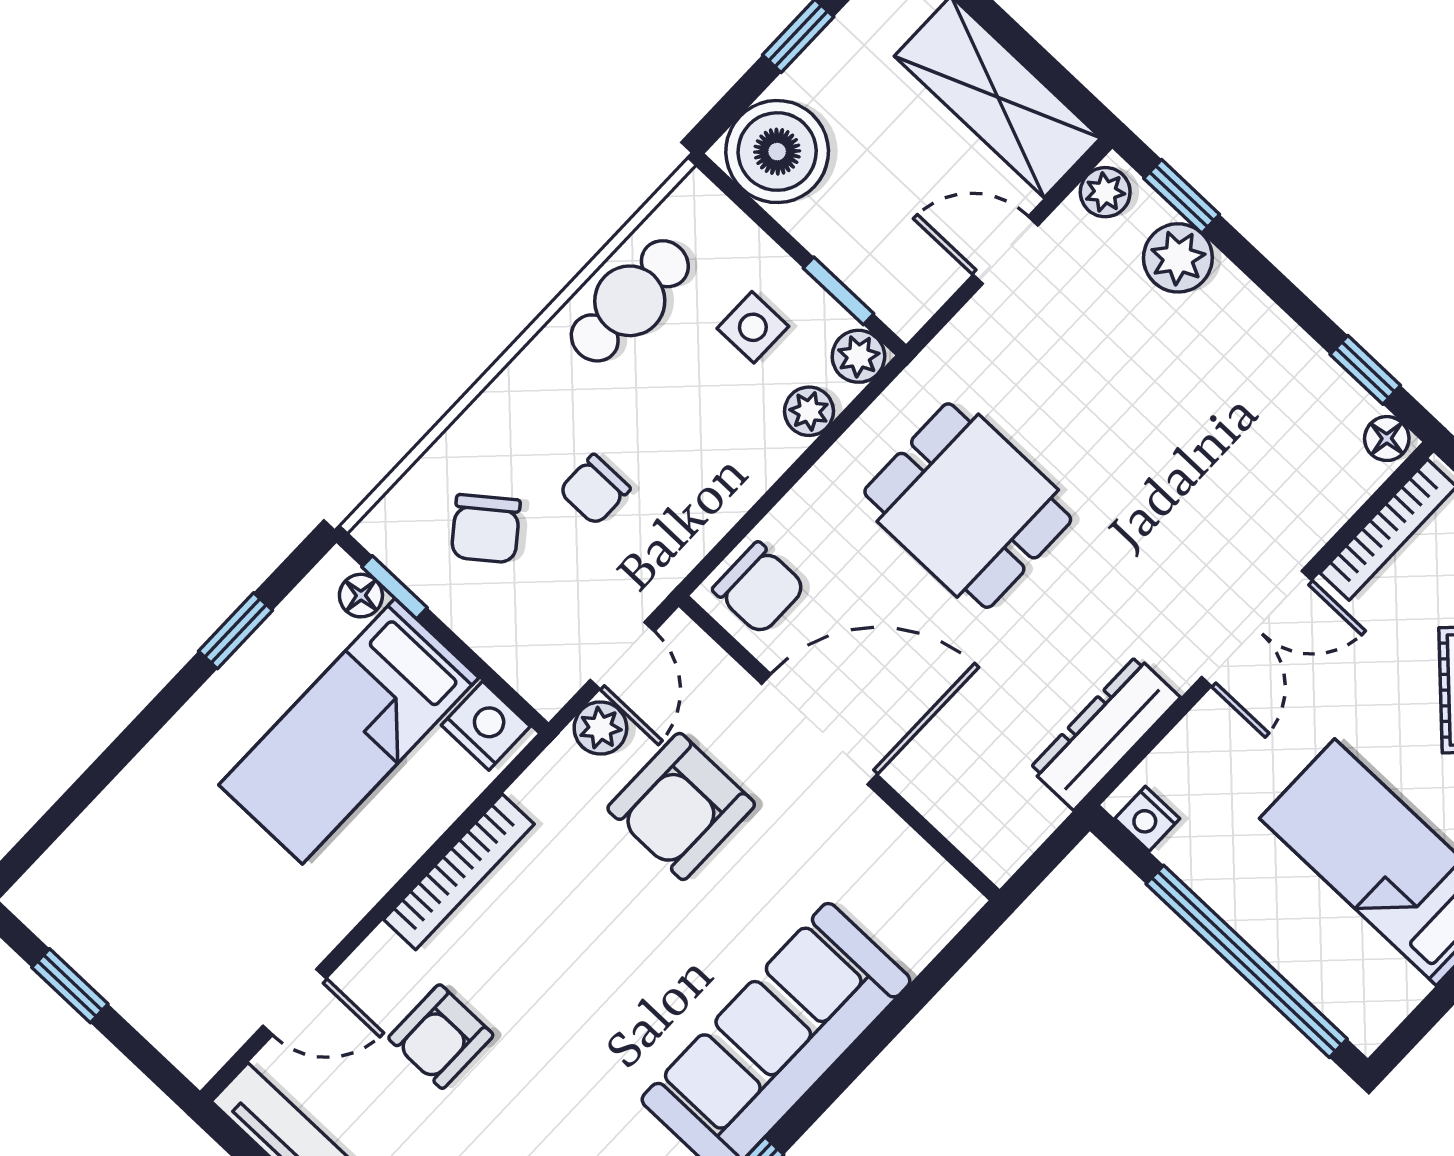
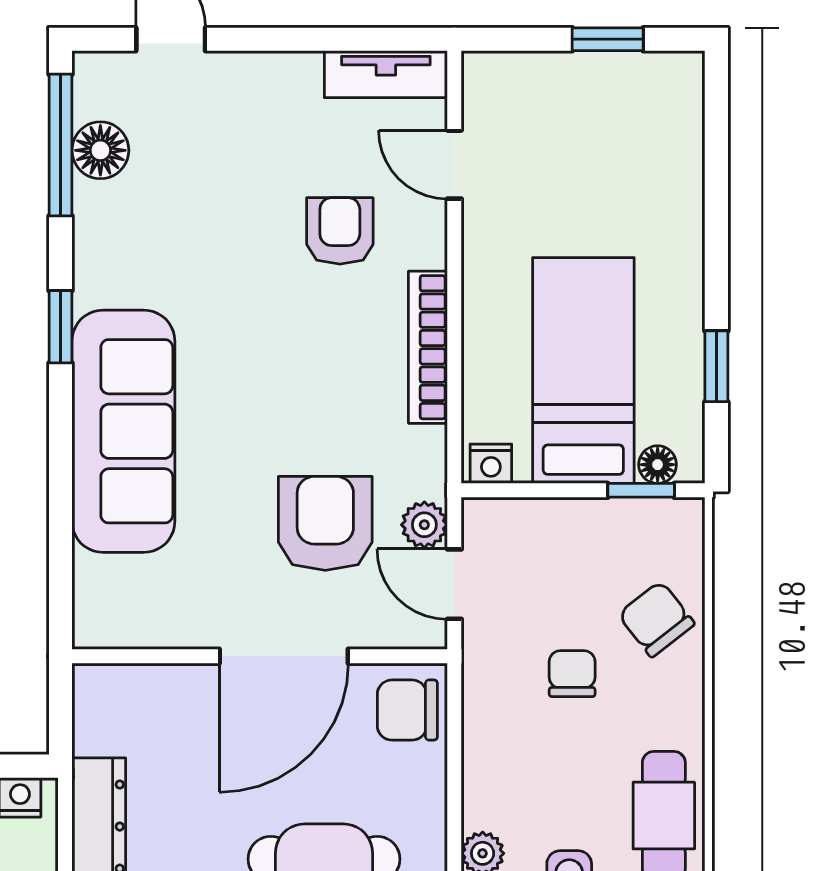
chair: (486, 529) -> (656, 619), moved
nightstand: (486, 726) -> (491, 464), width x0.72, depth x0.74
door: (294, 1002) -> (454, 165), hinge flipped

